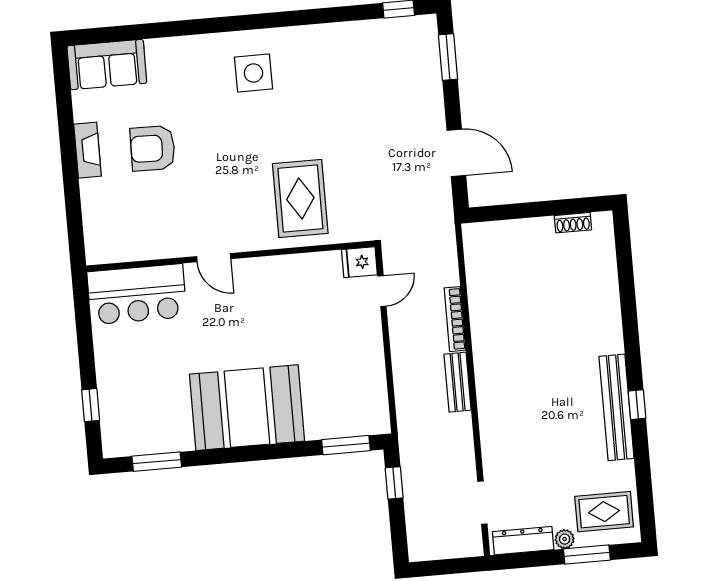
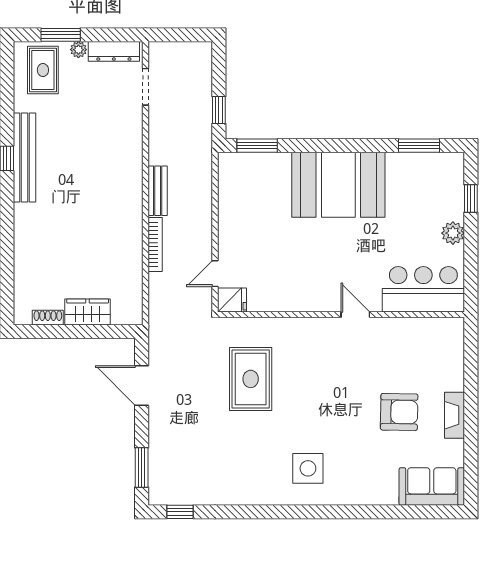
rug: (300, 198) -> (251, 379), moved
wardrobe: (527, 233) -> (88, 312), added
plant: (108, 363) -> (453, 233), added
rug: (604, 512) -> (43, 70), turned 90

